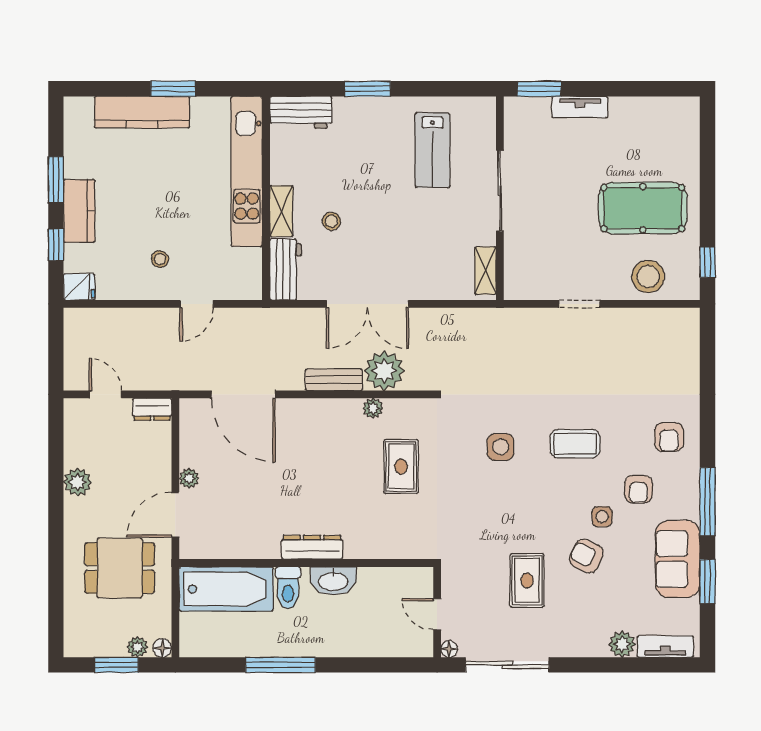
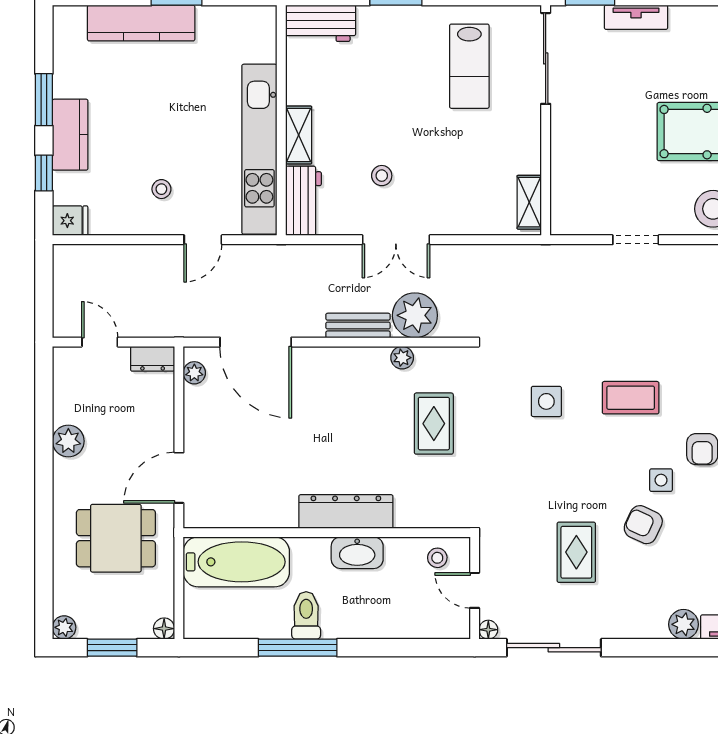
kitchen unit: (247, 172) -> (259, 149), moved
sliding door: (500, 191) -> (546, 58), moved
stool: (331, 221) -> (382, 176), moved
double door: (368, 304) -> (396, 240), width x0.73
plant: (189, 478) -> (194, 373), moved
dresser: (312, 547) -> (346, 511), width x1.37, depth x1.24
stool: (404, 585) -> (437, 558), added
toilet: (288, 588) -> (306, 615), moved, turned 180
plant: (138, 647) -> (64, 627), moved

